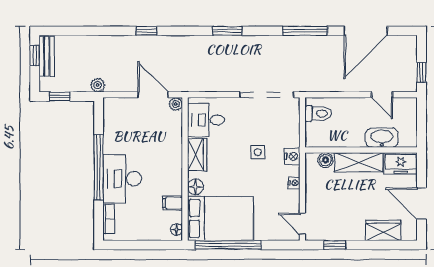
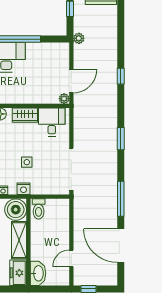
toilet: (318, 114) -> (39, 209), moved
washbasin: (382, 138) -> (38, 273), moved
boiler: (326, 160) -> (16, 210), width x1.86, depth x1.86

